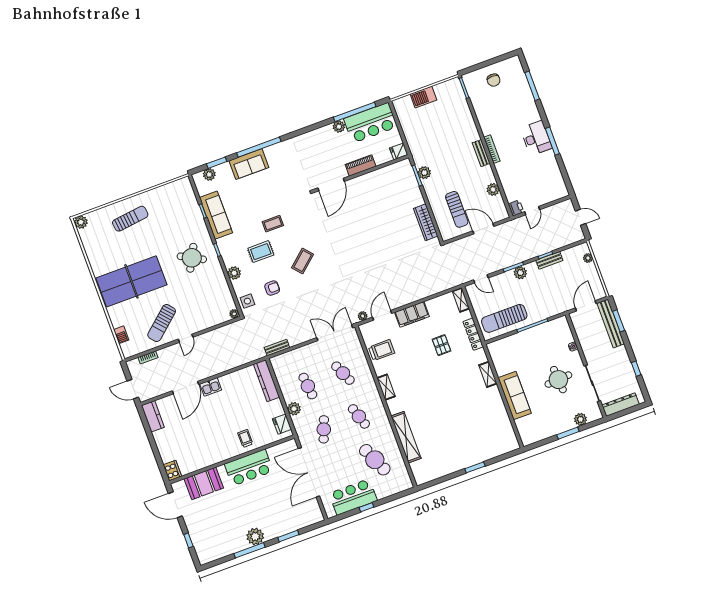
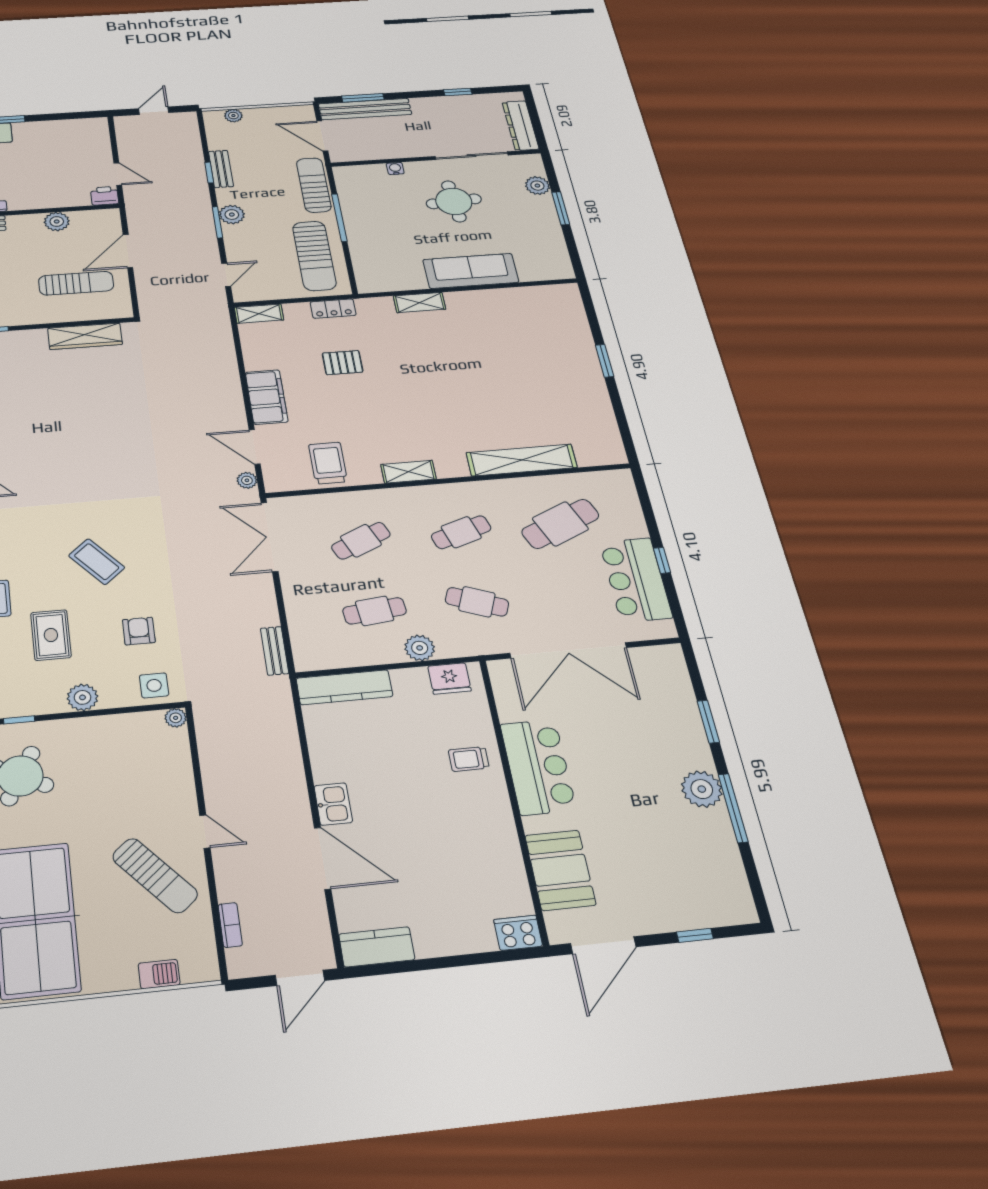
sun lounger: (551, 308) -> (314, 185), added
locker: (473, 334) -> (333, 309), width x0.66

